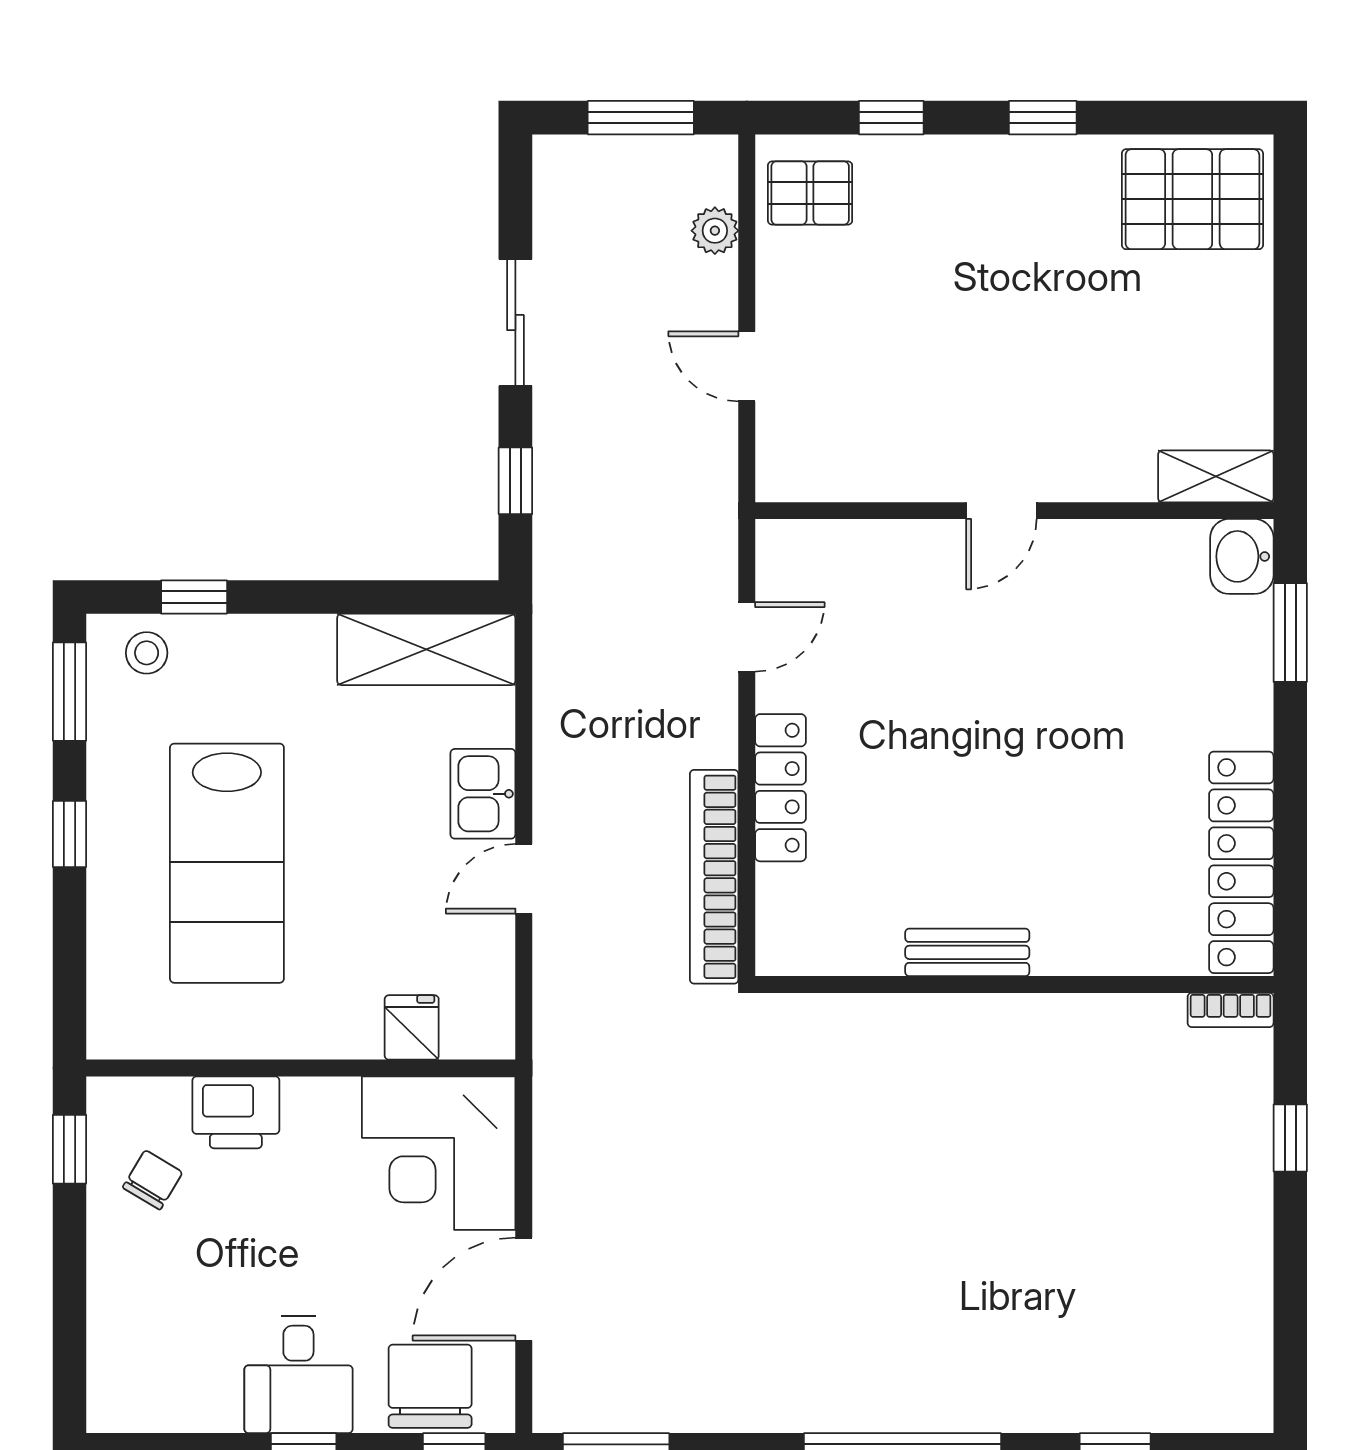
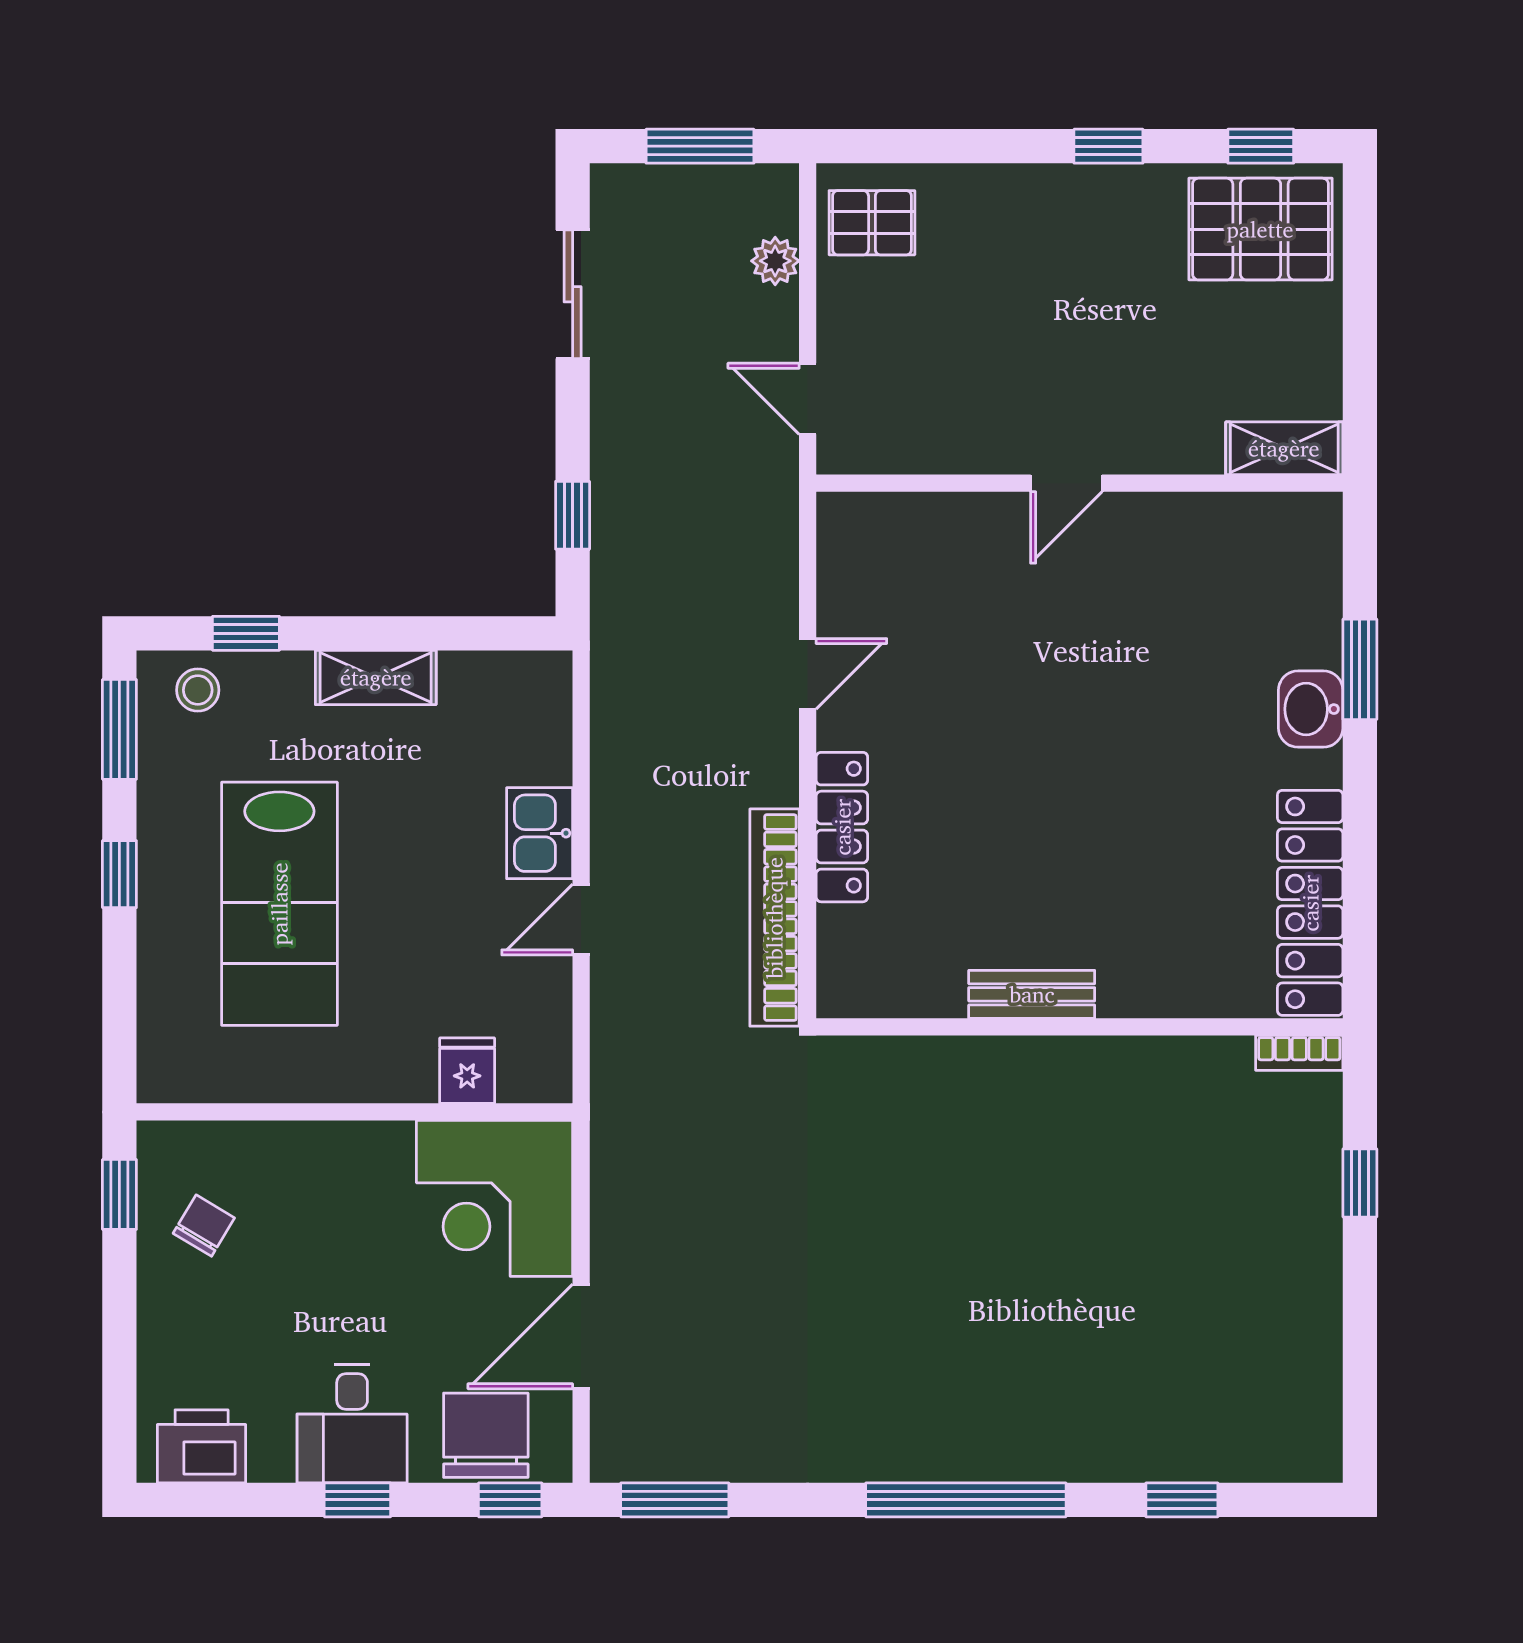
window: (891, 118) -> (1261, 146), moved
sliding door: (515, 323) -> (573, 294), moved
shelving: (1216, 476) -> (1284, 448), moved
door: (1001, 511) -> (1066, 483), moved
wall: (1014, 511) -> (1079, 483), moved
washbasin: (1242, 556) -> (1311, 709), moved
shelving: (426, 649) -> (376, 677), moved, width x0.67, depth x0.75
printer: (236, 1112) -> (202, 1446), moved, turned 180

